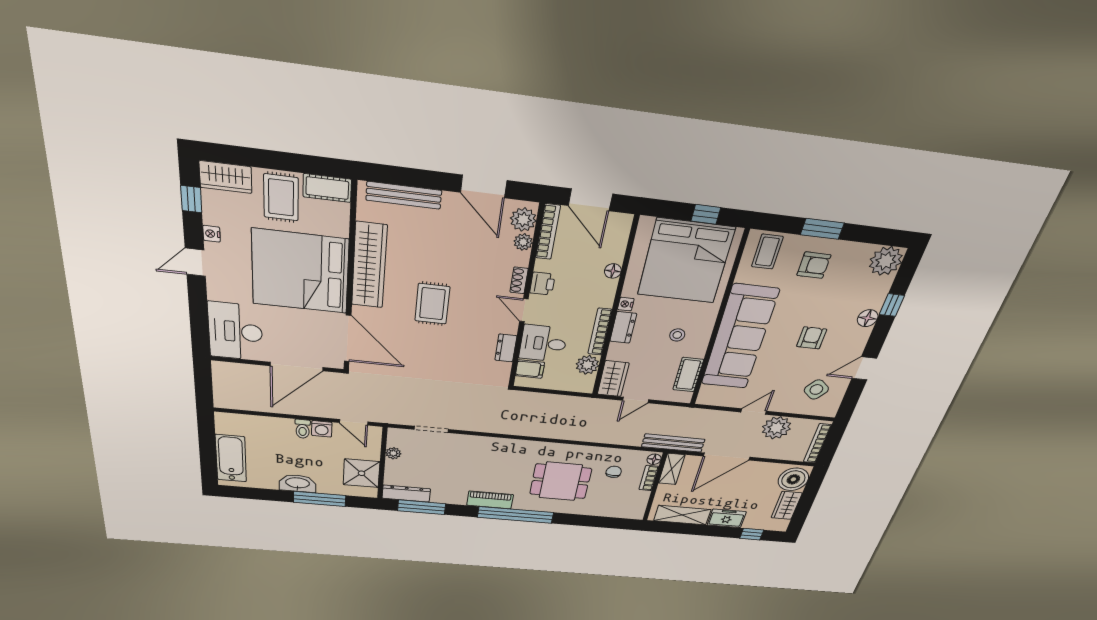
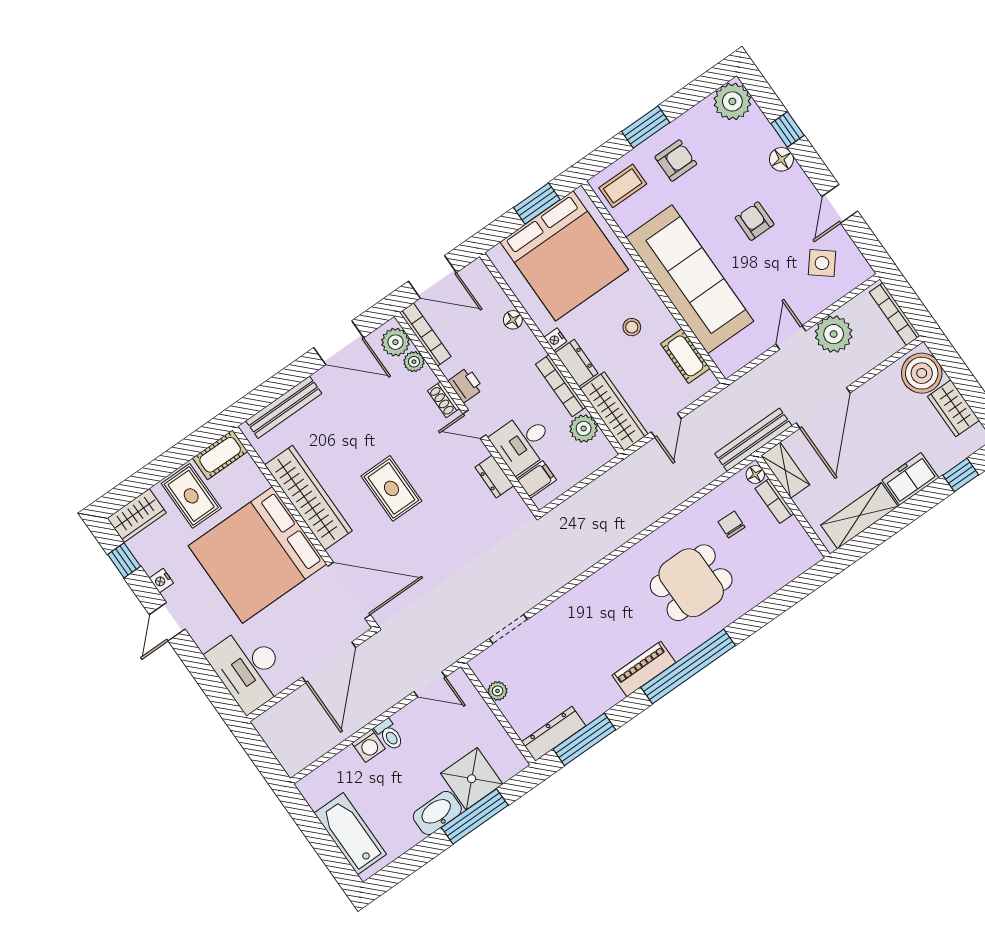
window: (706, 214) -> (537, 203), width x1.50
coffee table: (767, 252) -> (623, 186), turned 90
wardrobe: (613, 379) -> (614, 411), width x1.50
washing machine: (322, 429) -> (369, 746), moved
shower: (362, 473) -> (472, 779), moved

